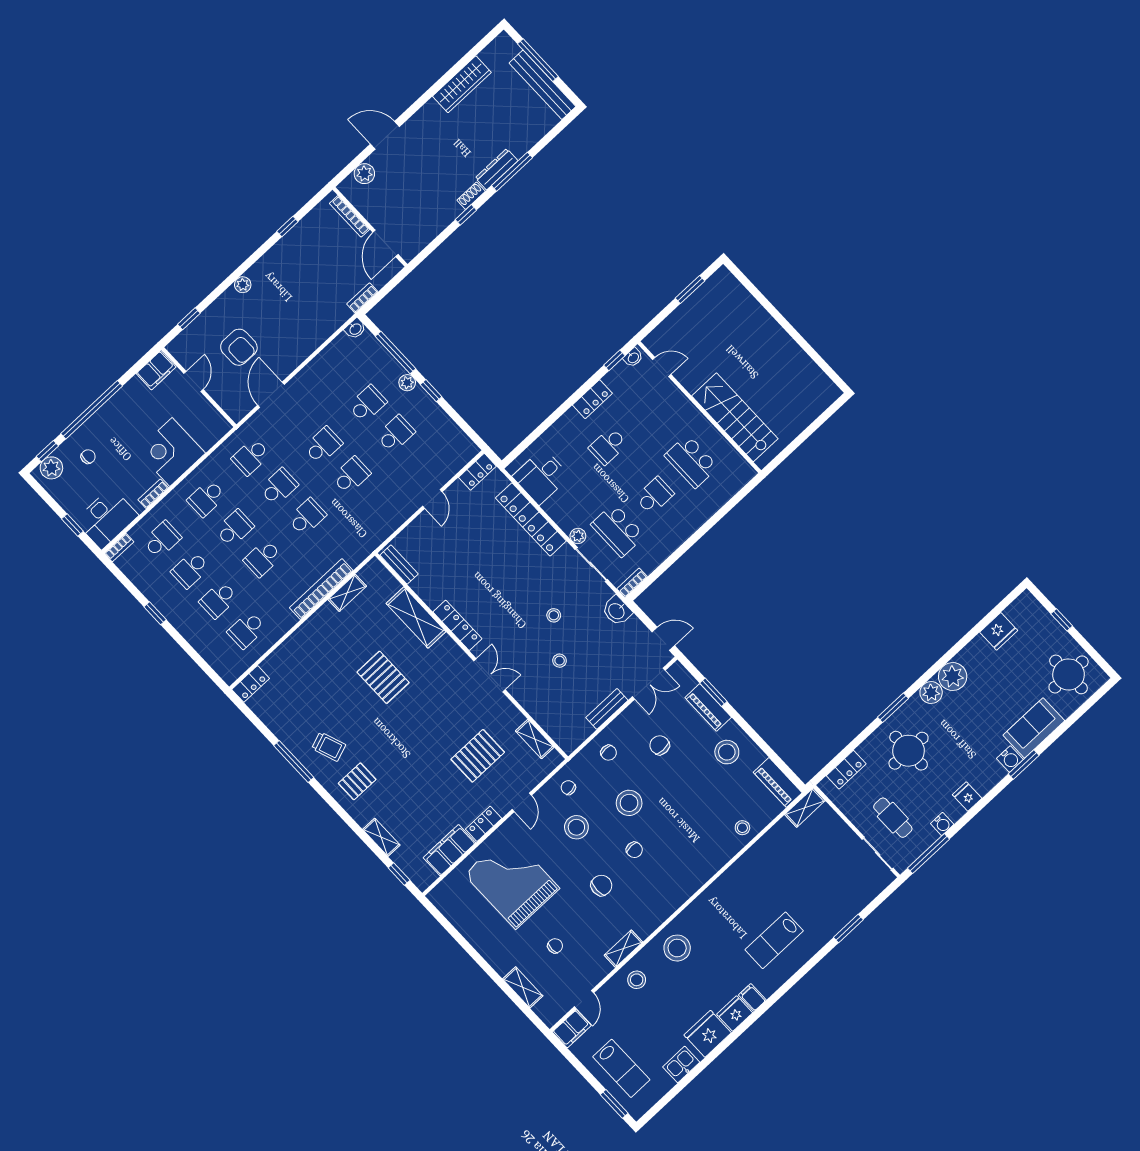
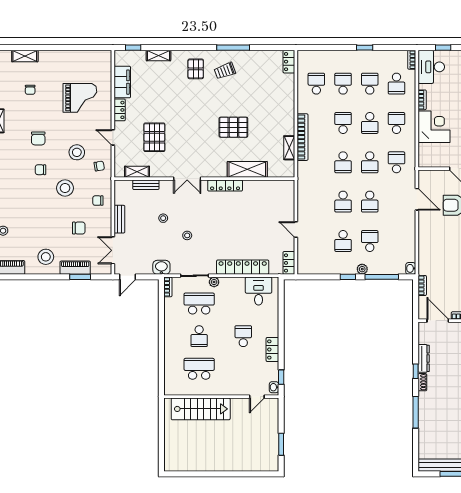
dresser: (497, 169) -> (424, 358), moved
school desk: (367, 404) -> (370, 241), turned 180
bench: (399, 565) -> (146, 185), moved
grand piano: (512, 881) -> (80, 98), width x0.73, depth x0.68

